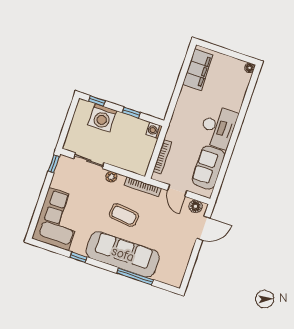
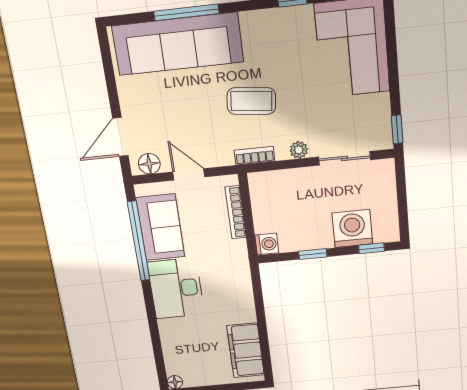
window: (225, 165) -> (139, 241), added
bookcase: (143, 187) -> (255, 156), width x0.64
sofa: (123, 254) -> (178, 44), moved

